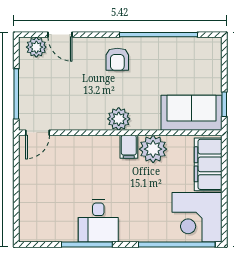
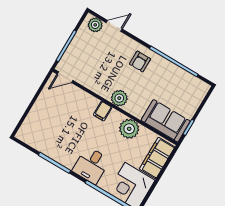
door: (60, 35) -> (114, 26), swing flipped
filing cabinet: (129, 147) -> (103, 111), moved
desk: (98, 221) -> (91, 165), moved

